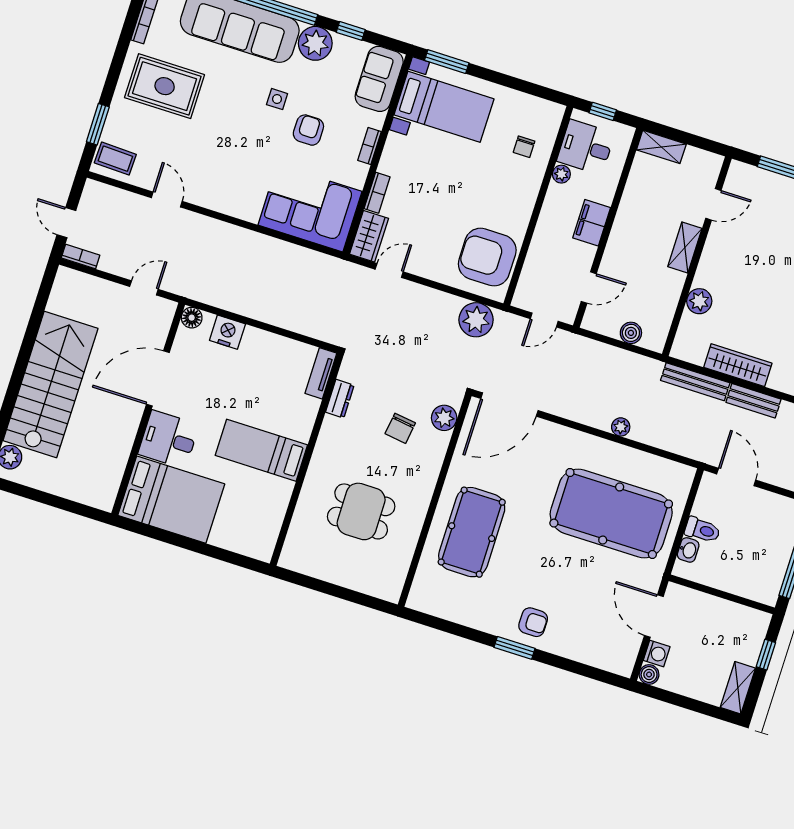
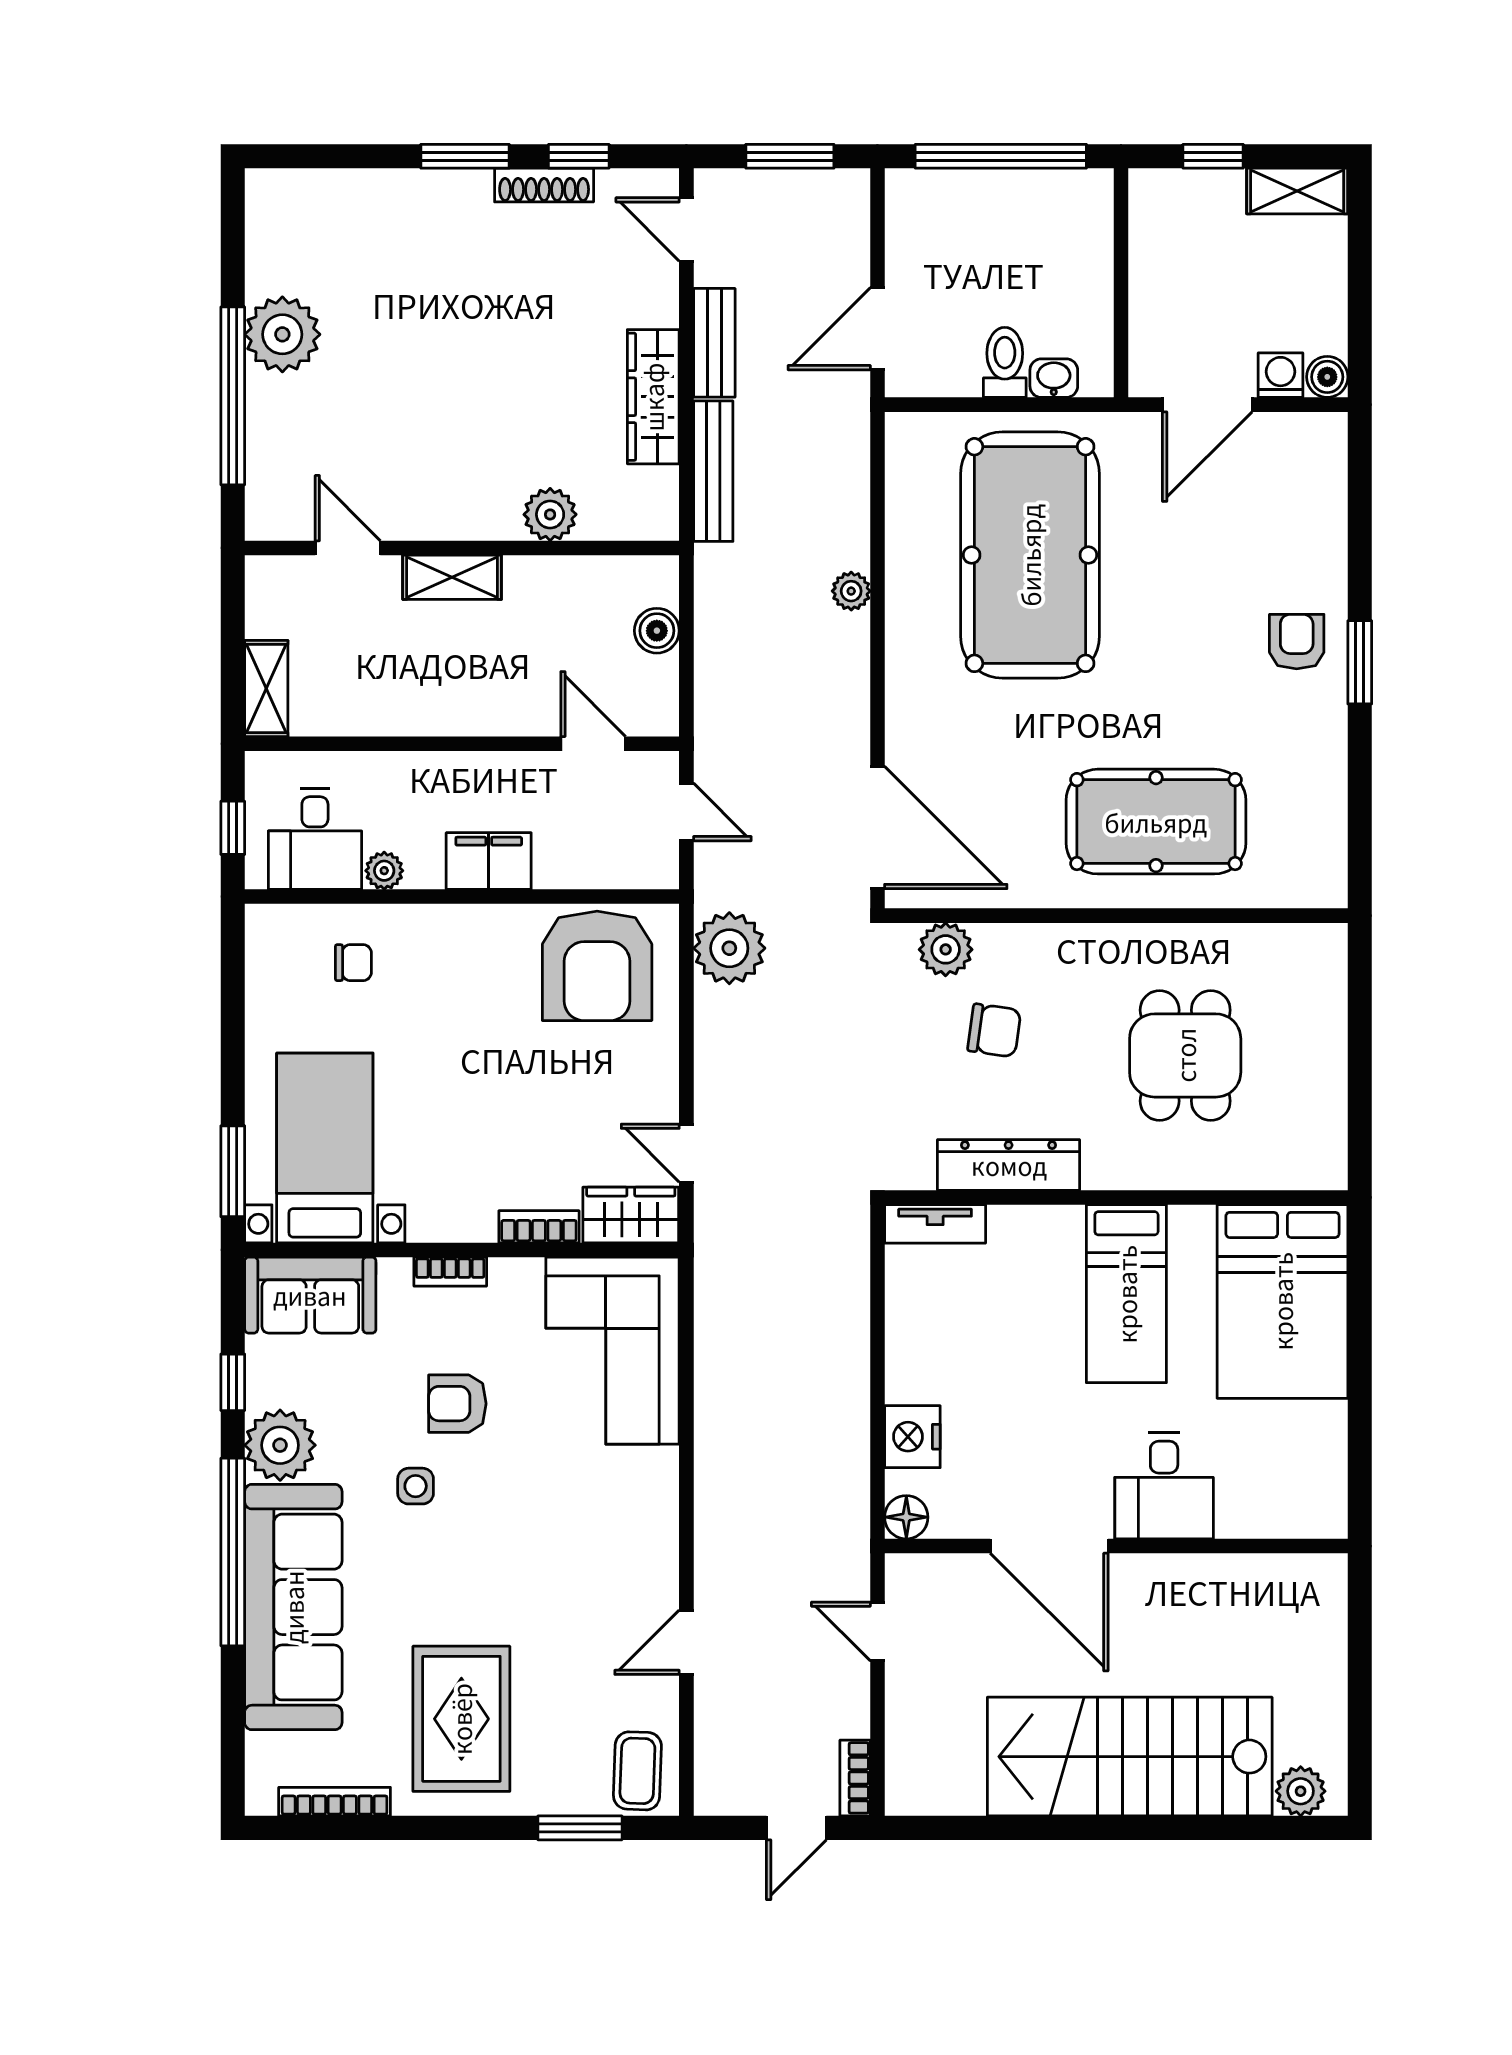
filing cabinet: (592, 223) -> (489, 861), moved, turned 180
dresser: (340, 399) -> (1009, 1165), width x1.96, depth x1.24
bed: (171, 500) -> (1282, 1301), moved, turned 180

